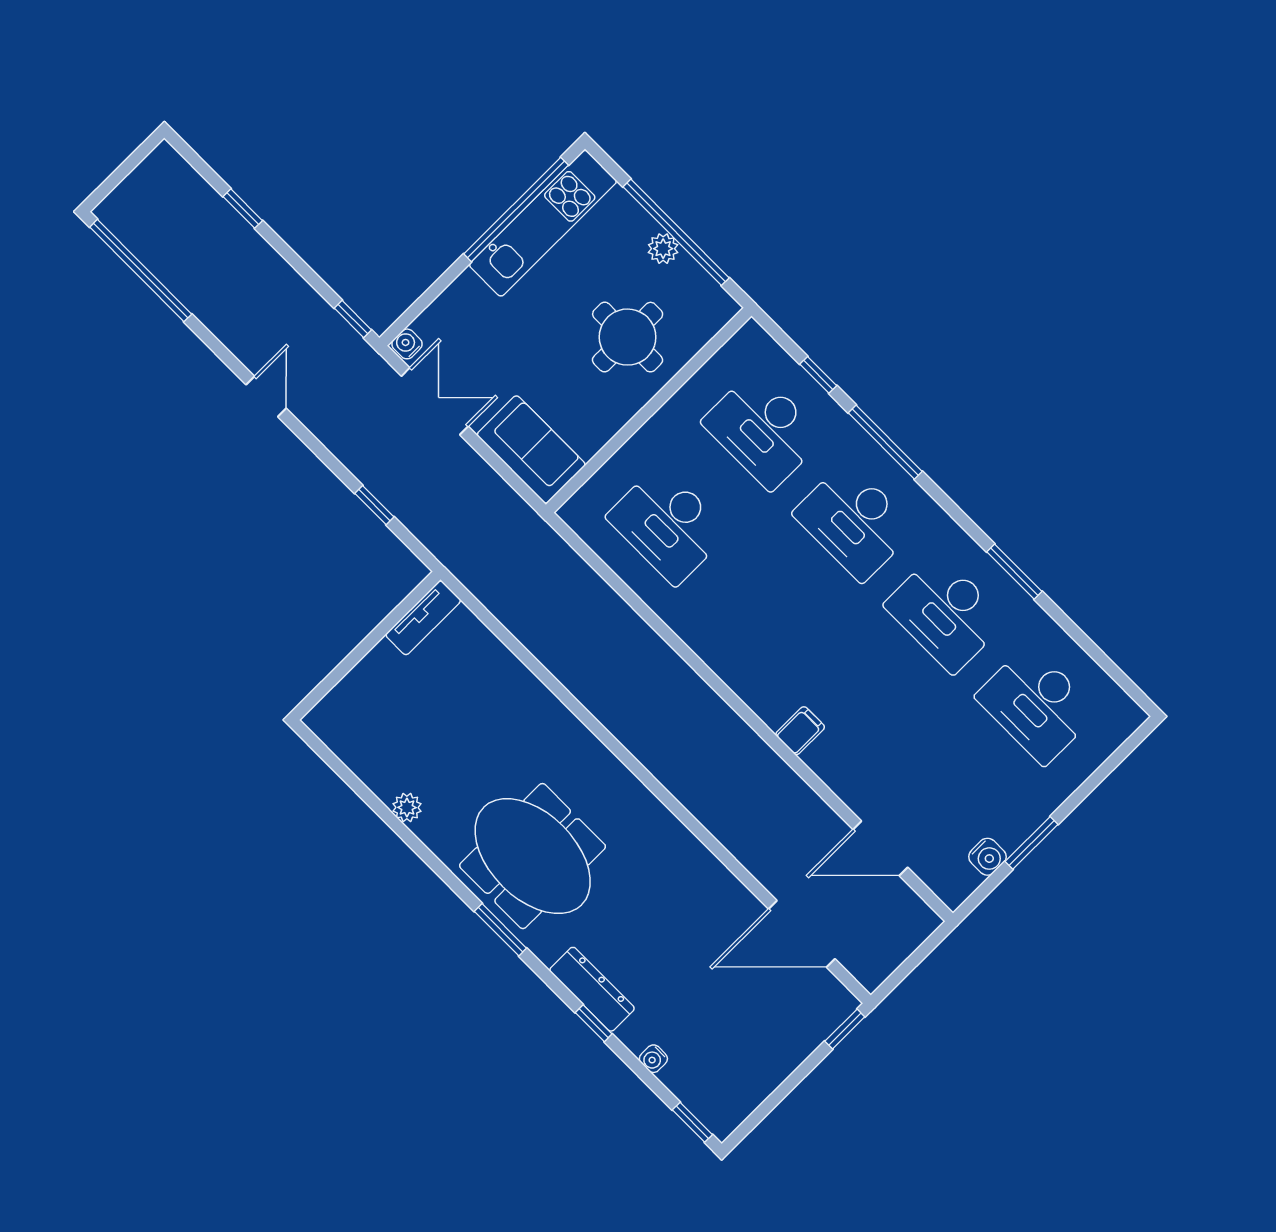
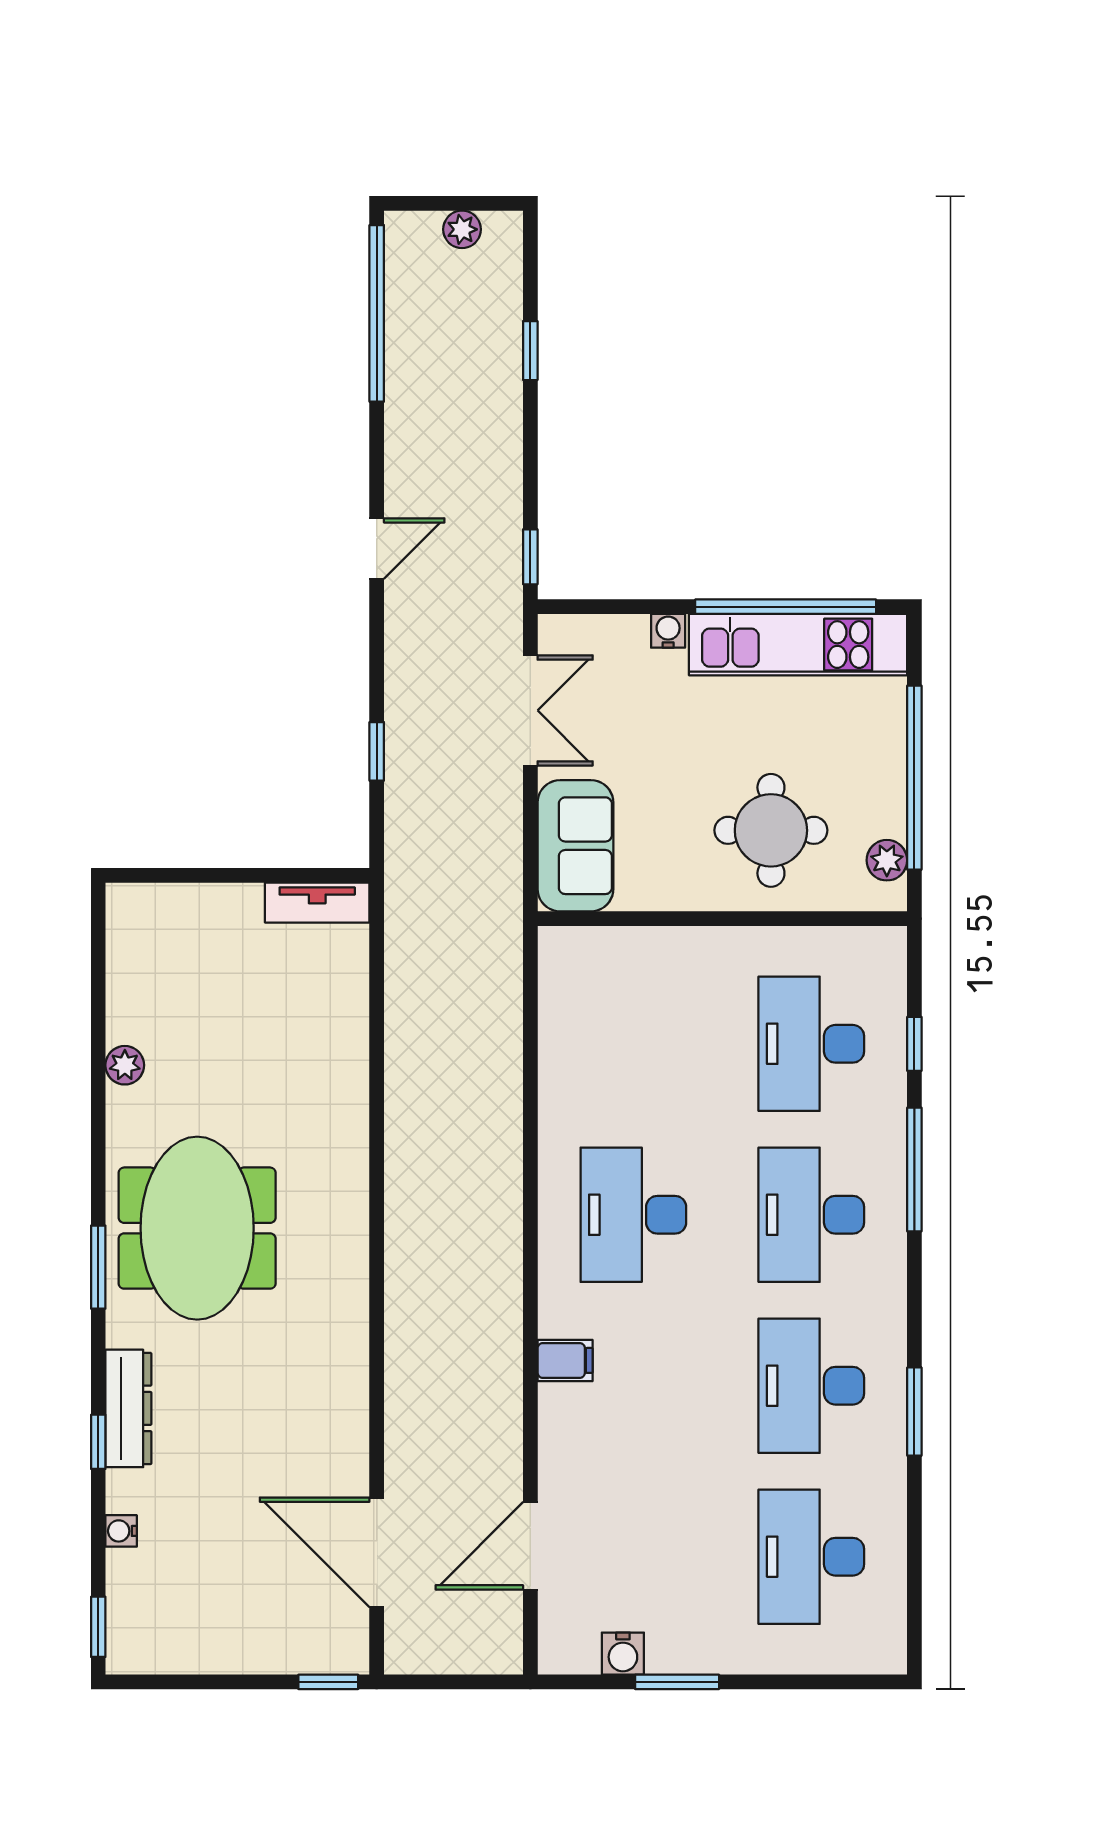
plant: (142, 180) -> (462, 229), added
plant: (663, 249) -> (887, 860), moved
water cooler: (407, 344) -> (668, 631), moved
desk: (668, 525) -> (633, 1215), moved
door: (880, 848) -> (530, 1546), hinge flipped

